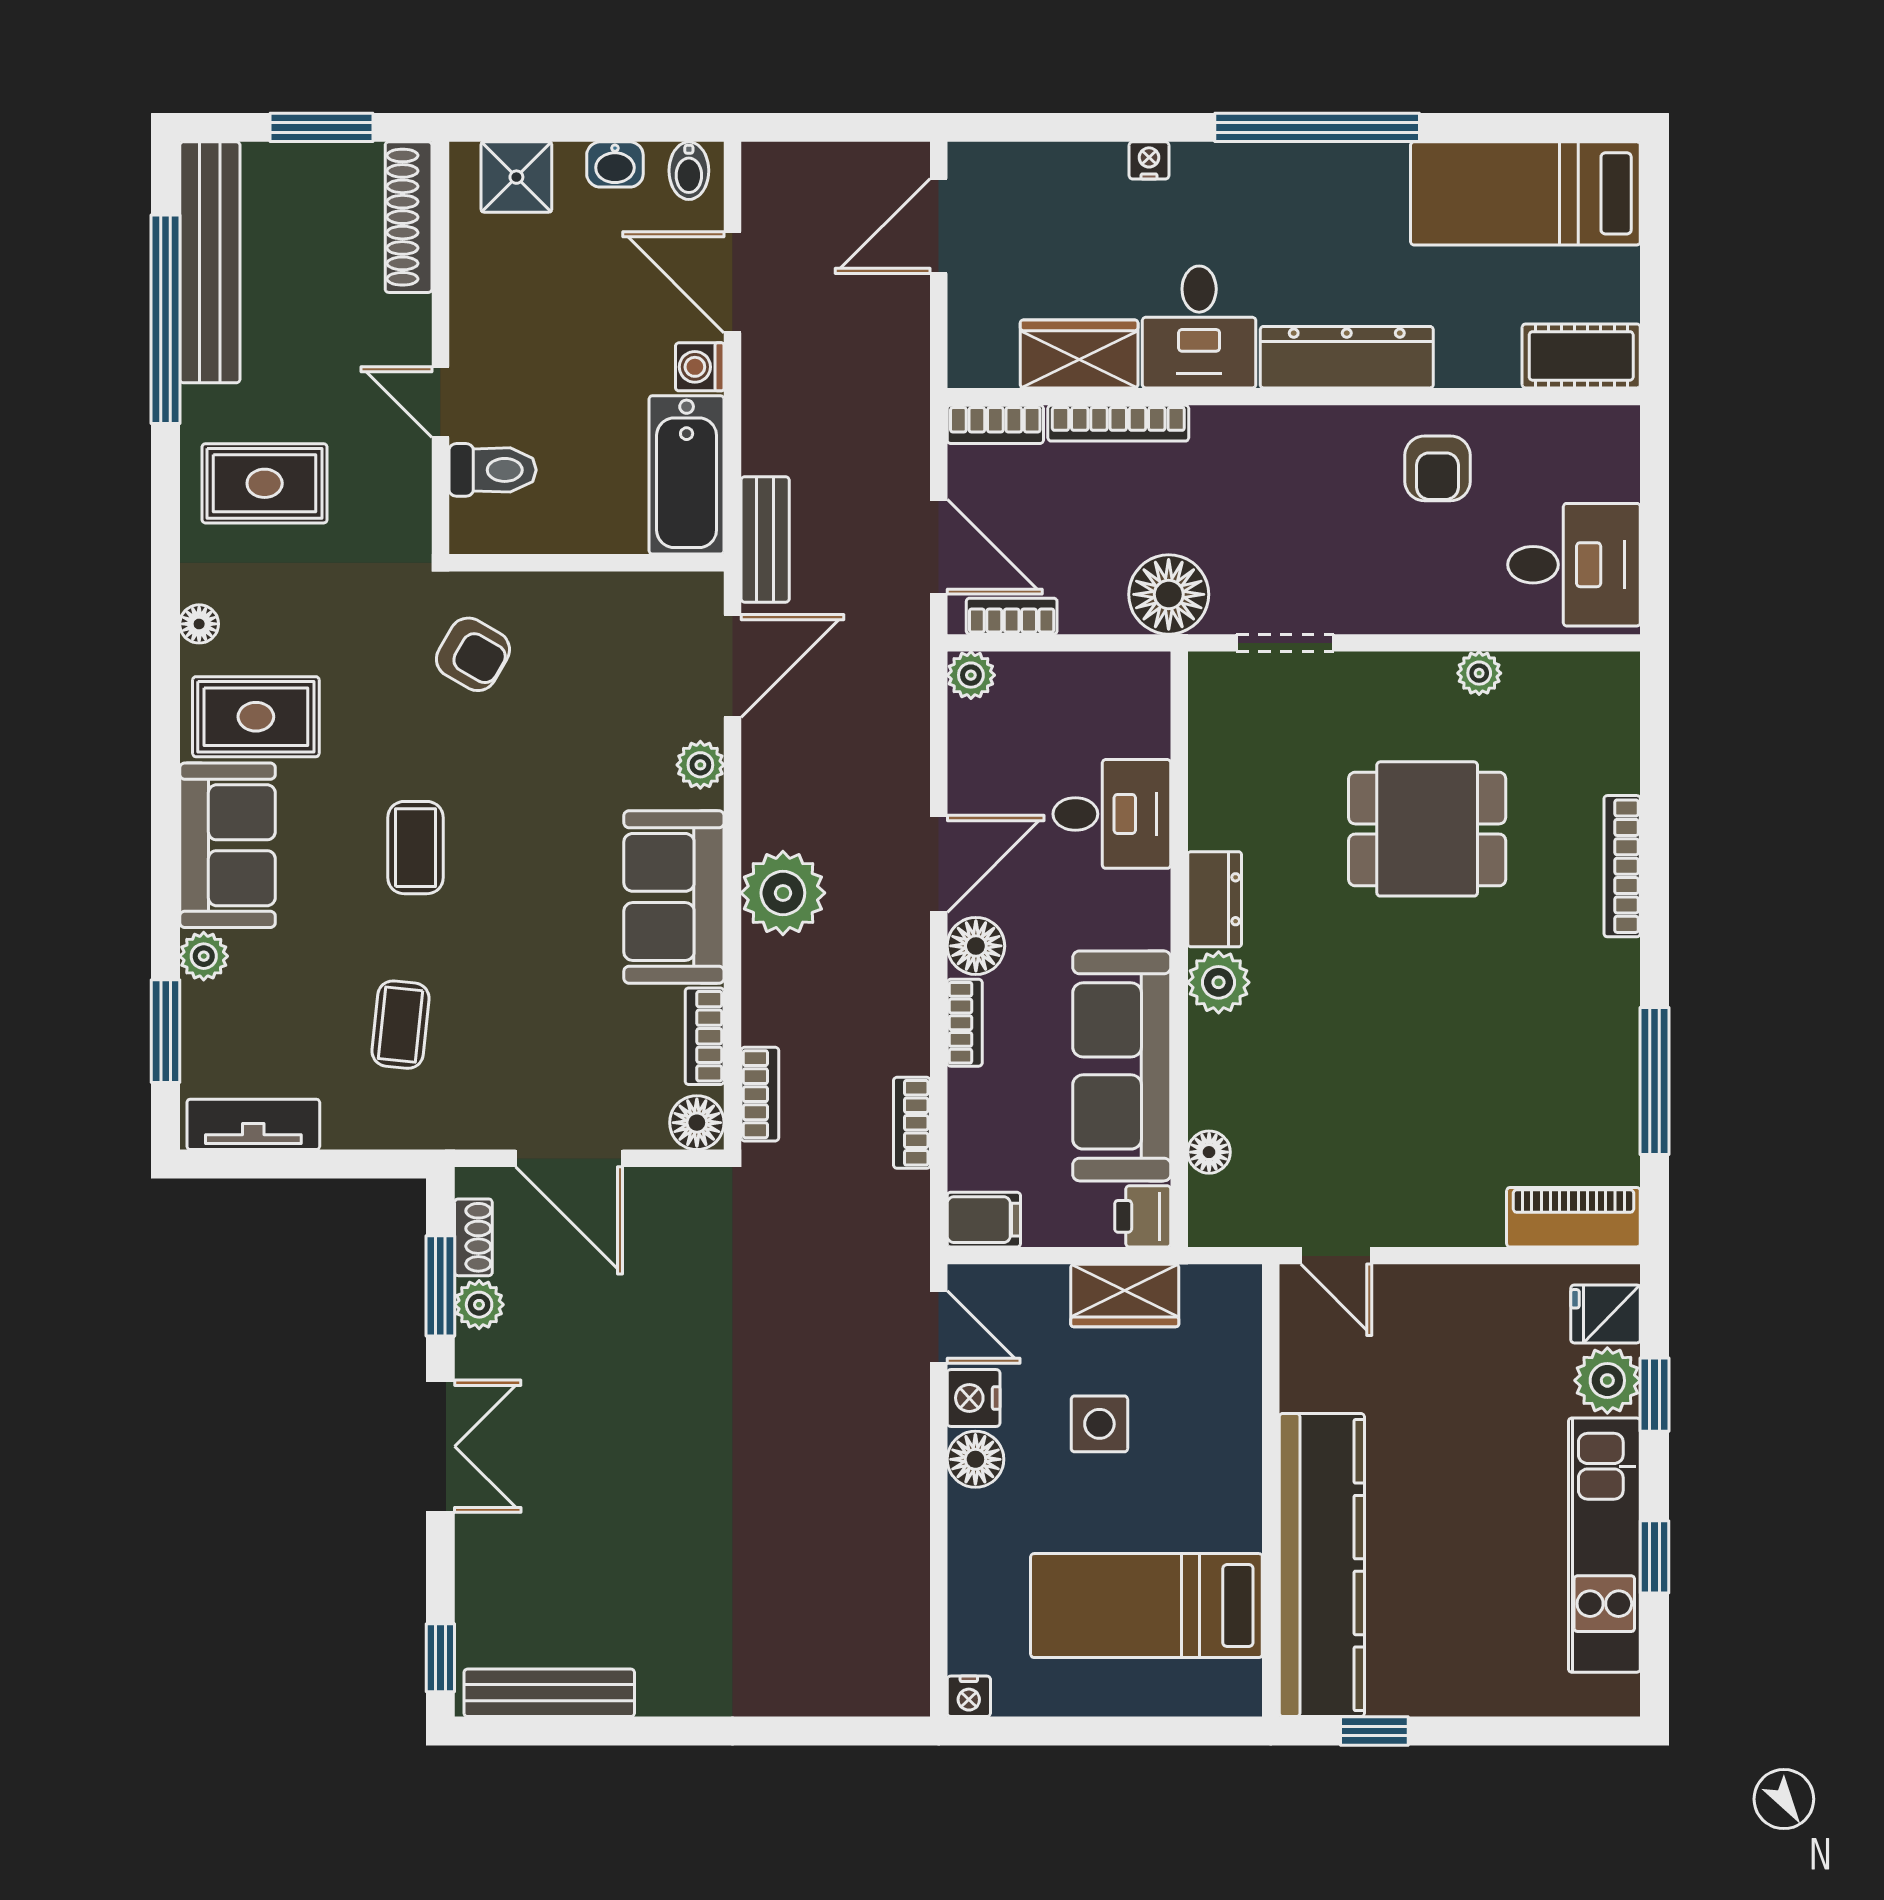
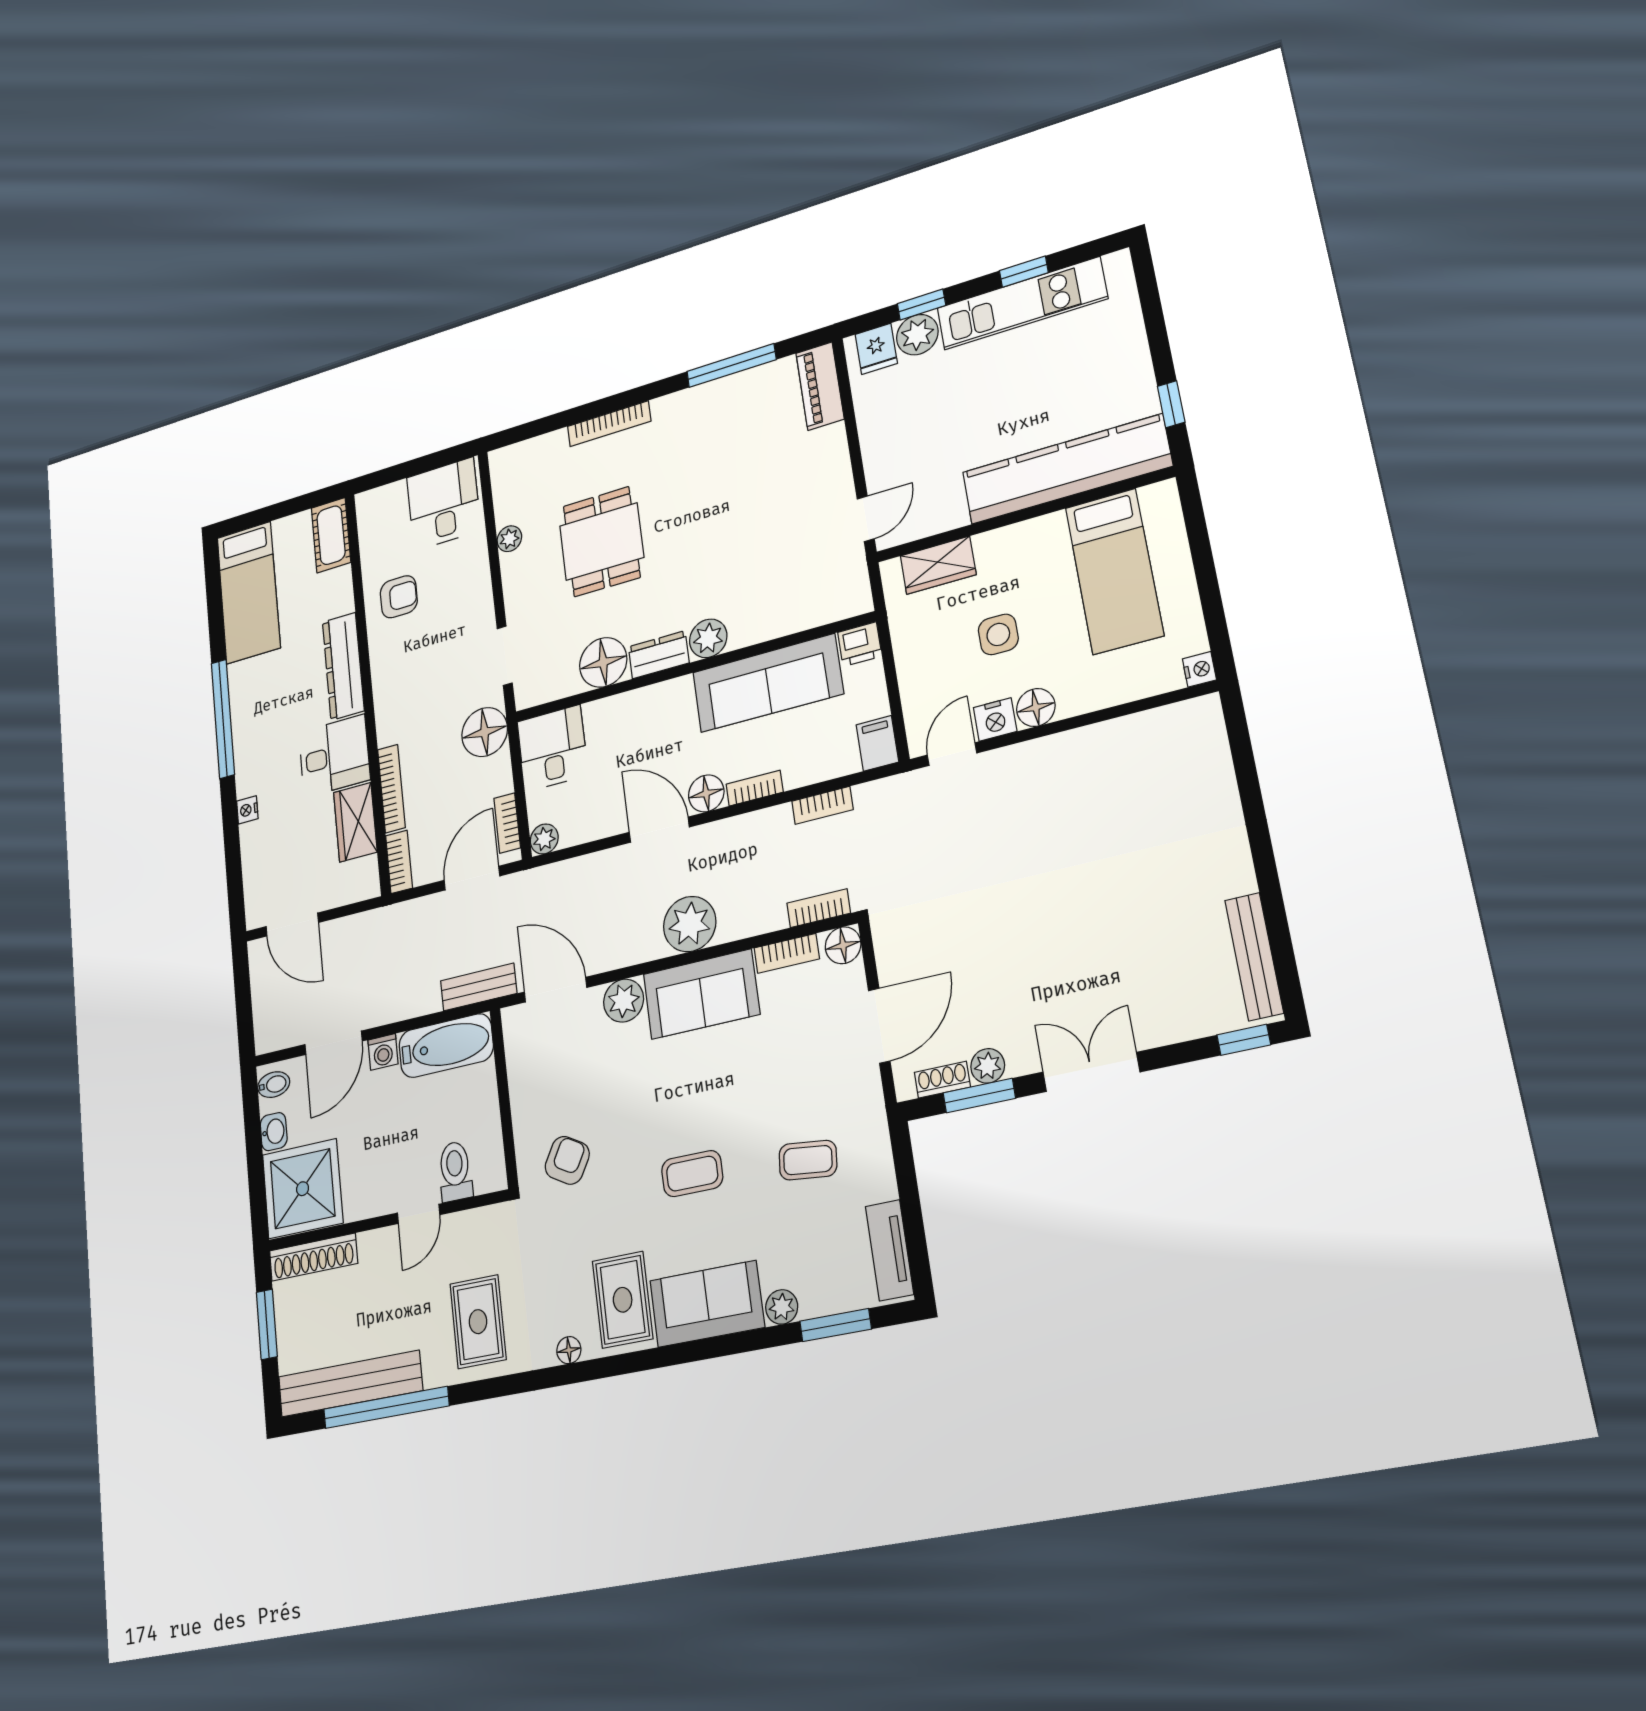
shower: (516, 177) -> (303, 1189), width x1.86, depth x1.86
plant: (700, 765) -> (624, 1001), width x1.38, depth x1.38
desk: (1112, 814) -> (552, 748), moved
floor lamp: (1209, 1152) -> (603, 662), moved, width x1.89, depth x1.89
wardrobe: (1125, 1296) -> (938, 565), moved, turned 90

